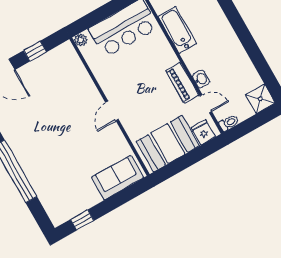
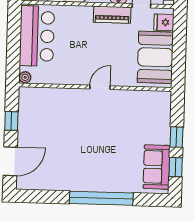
door: (112, 111) -> (100, 87), swing flipped
sofa: (117, 178) -> (157, 167), moved
window: (109, 205) -> (177, 137), added

